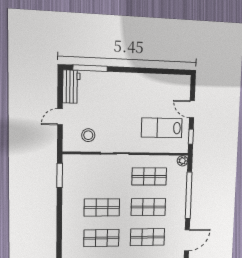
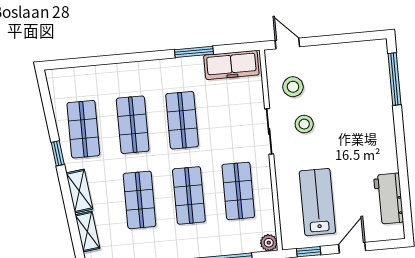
workbench: (71, 87) -> (389, 199), moved, turned 90
door: (60, 117) -> (287, 43), moved
stool: (113, 131) -> (304, 124), added
freezer: (70, 173) -> (231, 65), added
window: (60, 175) -> (194, 52), moved

